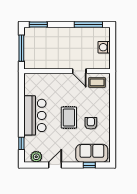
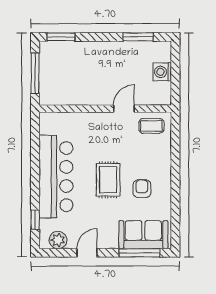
window: (88, 24) -> (138, 37), width x0.69
door: (79, 71) -> (124, 109), swing flipped
bar counter: (35, 115) -> (56, 177), width x1.36
window: (89, 165) -> (139, 253), width x2.17

